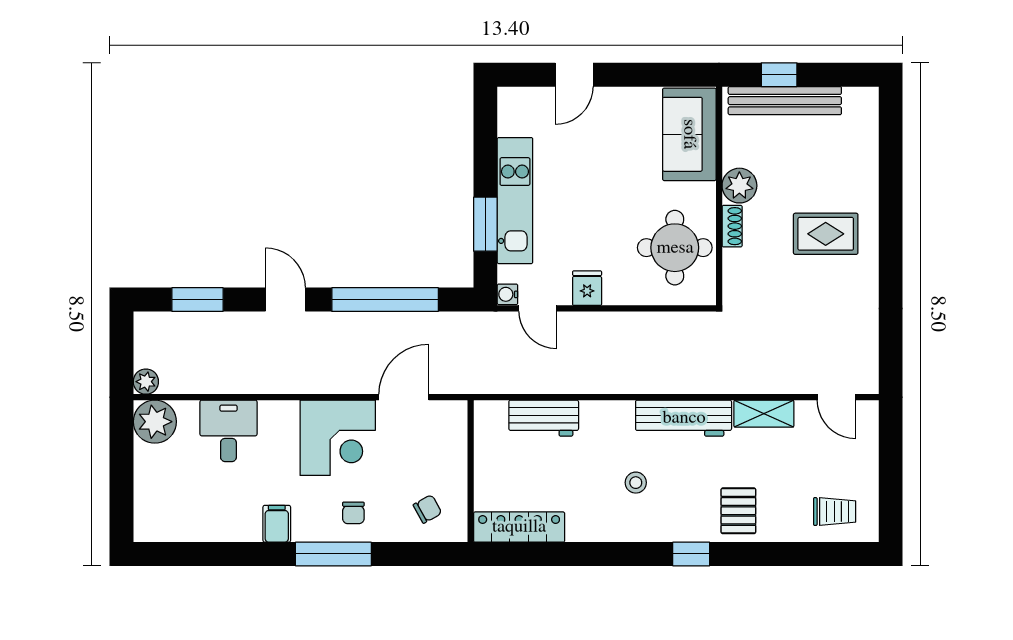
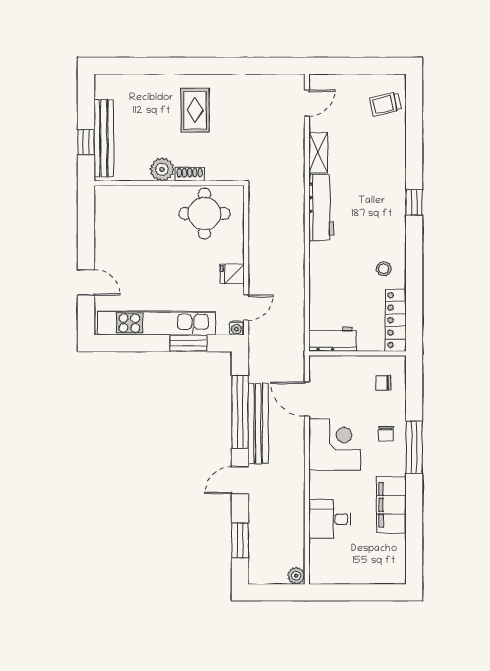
sofa: (689, 134) -> (127, 204), removed
kitchen unit: (515, 201) -> (156, 323), width x1.36
bench: (368, 326) -> (258, 423), added
workbench: (544, 418) -> (333, 339), moved, turned -90
plant: (155, 422) -> (324, 570), removed
stool: (636, 483) -> (384, 269), moved
chair: (427, 509) -> (383, 383), turned -61
pallet: (738, 511) -> (385, 170), removed
trolley: (835, 512) -> (385, 104), turned -103
chair: (353, 513) -> (386, 434), turned 90
filing cabinet: (277, 524) -> (391, 505), width x3.00, depth x1.17

